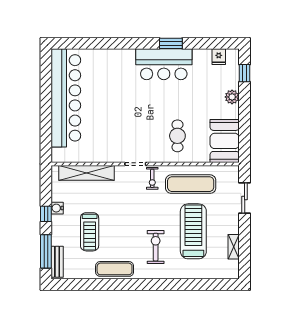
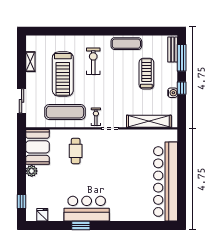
plant: (232, 97) -> (32, 171), moved
exercise bike: (156, 247) -> (93, 61), turned 180

